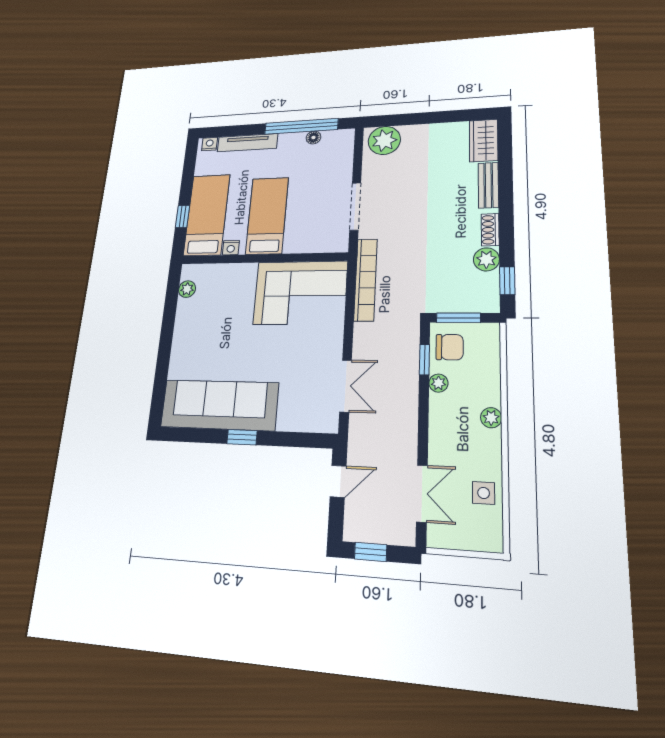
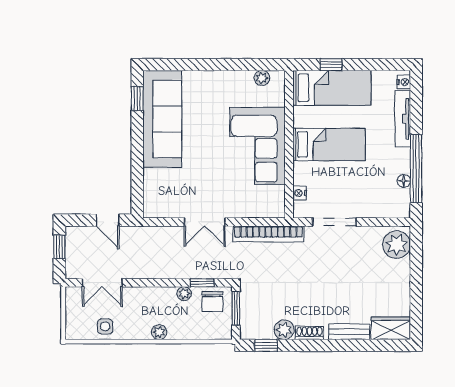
nightstand: (231, 248) -> (300, 193), moved
corner sofa: (300, 293) -> (258, 146), moved
double door: (346, 386) -> (205, 222), moved
window: (242, 437) -> (137, 98), moved

